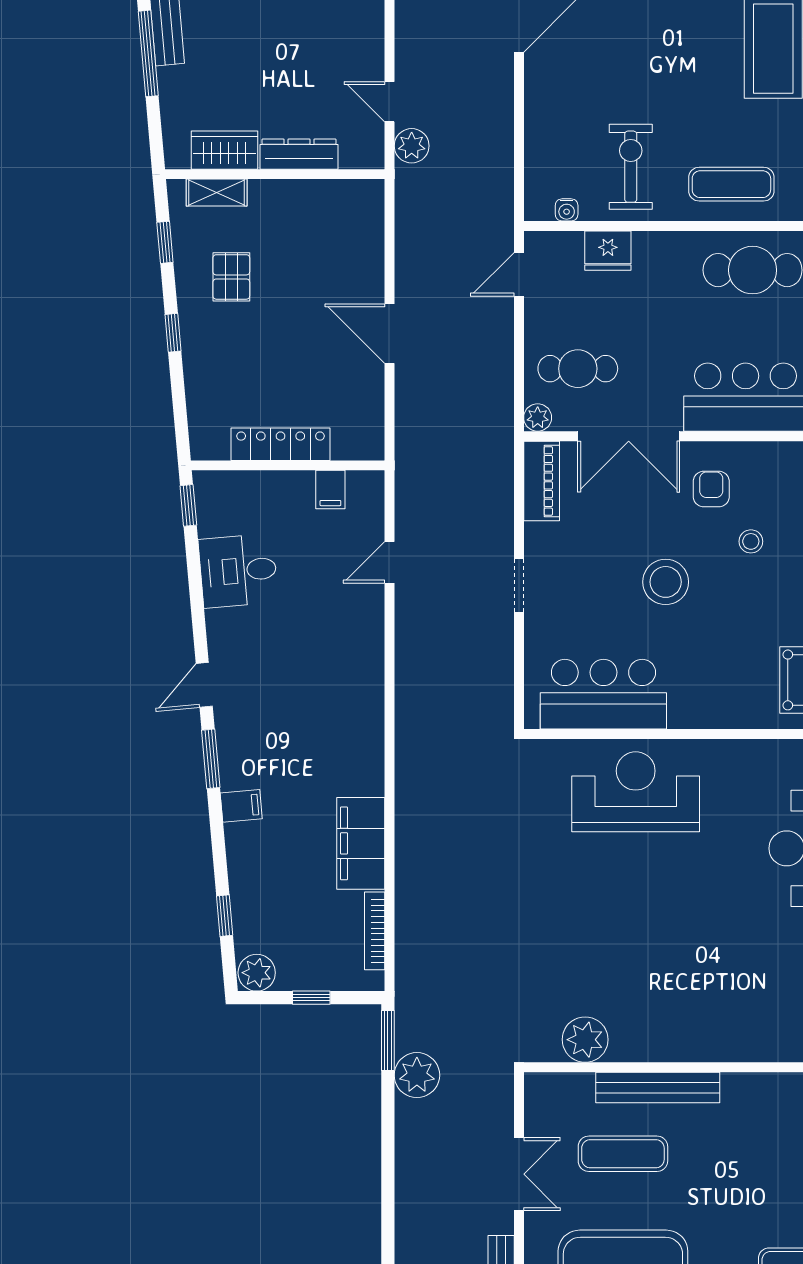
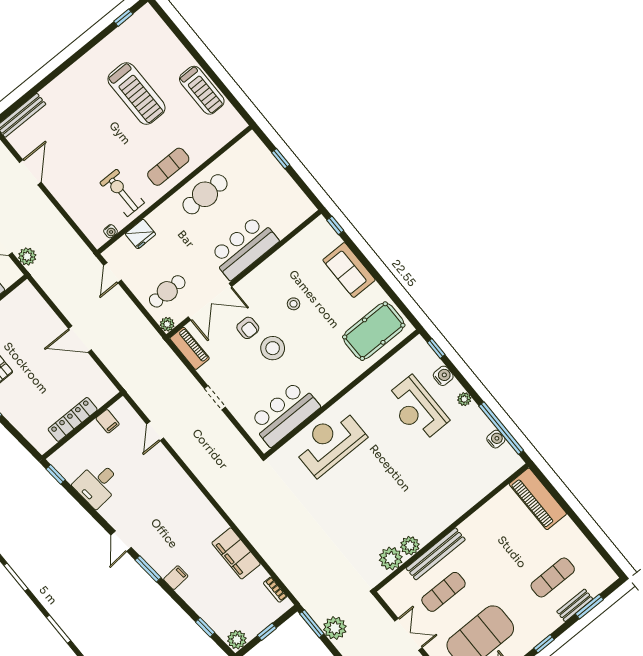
armchair: (711, 489) -> (248, 328), moved, turned 180
bookcase: (375, 931) -> (275, 590), width x0.64
plant: (629, 1044) -> (410, 546), added

